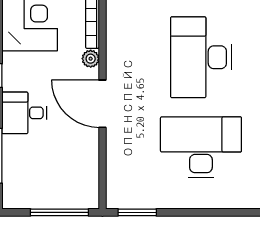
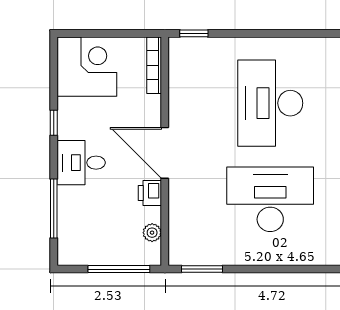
plant: (91, 59) -> (152, 233), moved
printer: (89, 141) -> (150, 193), added

